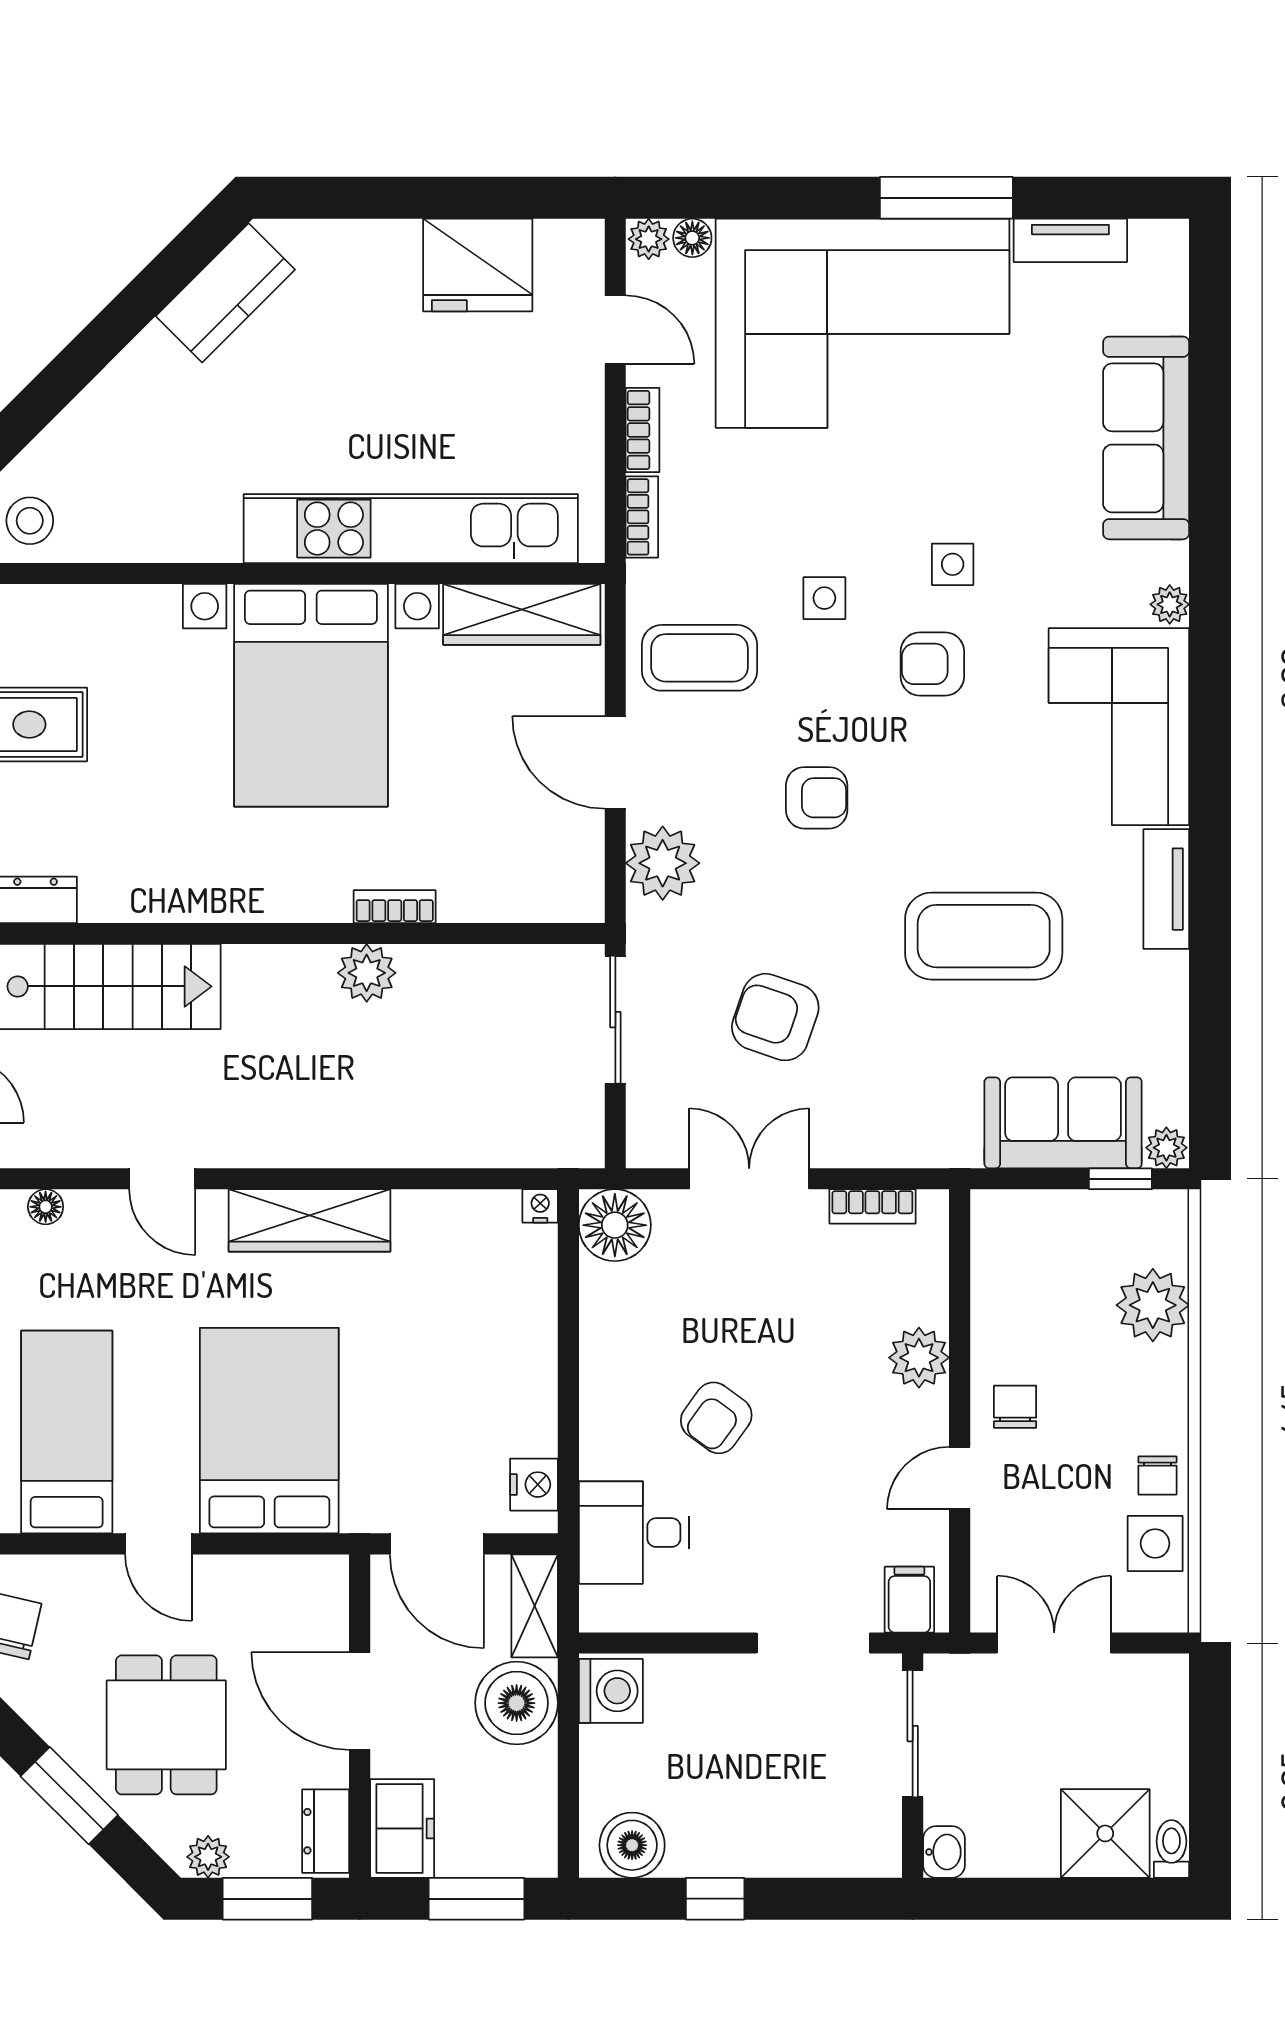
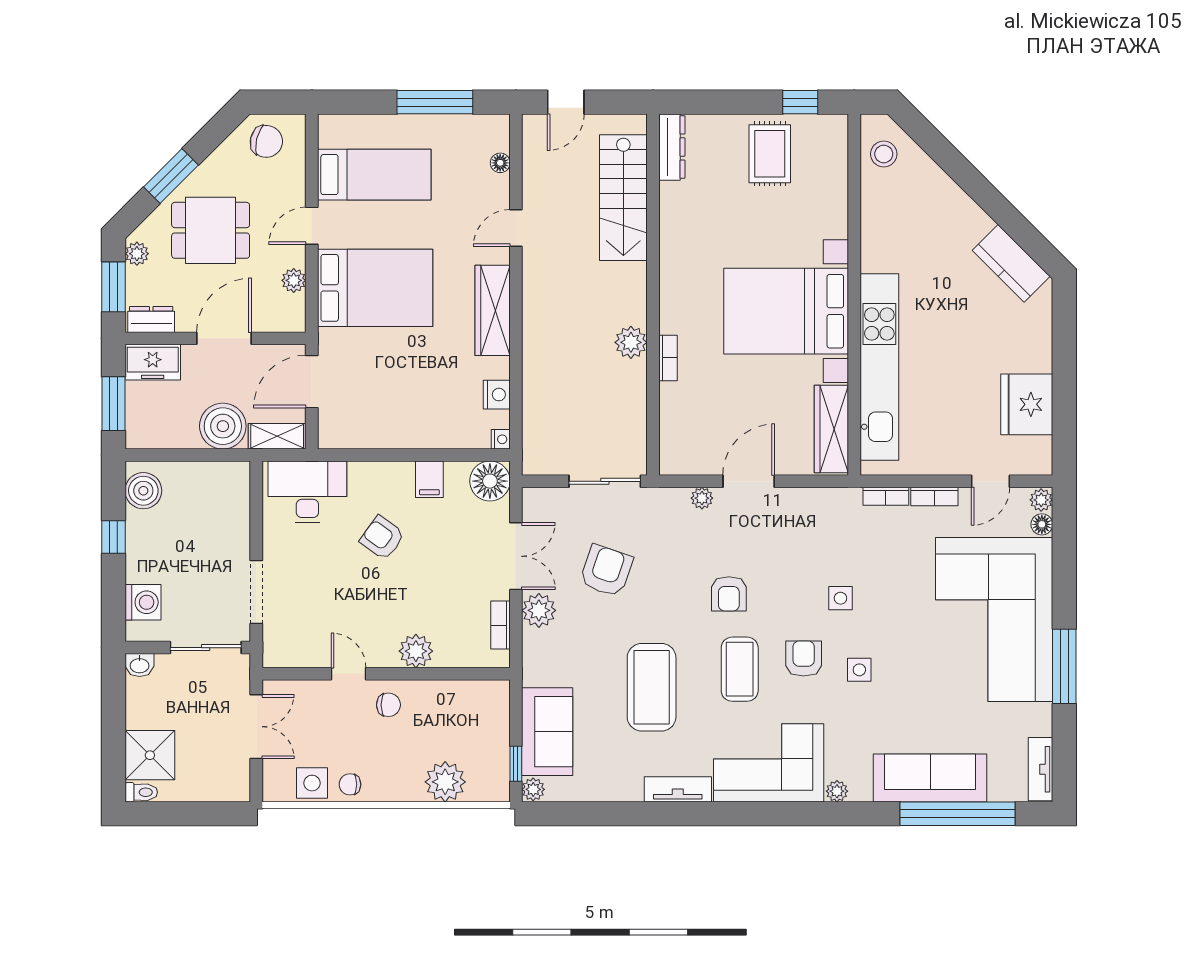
tv unit: (1070, 240) -> (1040, 769), moved
window: (1210, 389) -> (957, 814), added
coffee table: (699, 658) -> (740, 669), moved
plant: (663, 863) -> (702, 498), width x0.53, depth x0.53
plant: (846, 1138) -> (539, 610), added
nightstand: (534, 1485) -> (497, 395), moved, turned -90
desk: (634, 1533) -> (307, 492), width x1.37
plant: (256, 1576) -> (294, 280), added
filing cabinet: (909, 1600) -> (429, 479), moved, turned 90
washing machine: (611, 1691) -> (143, 602), moved, turned -90

